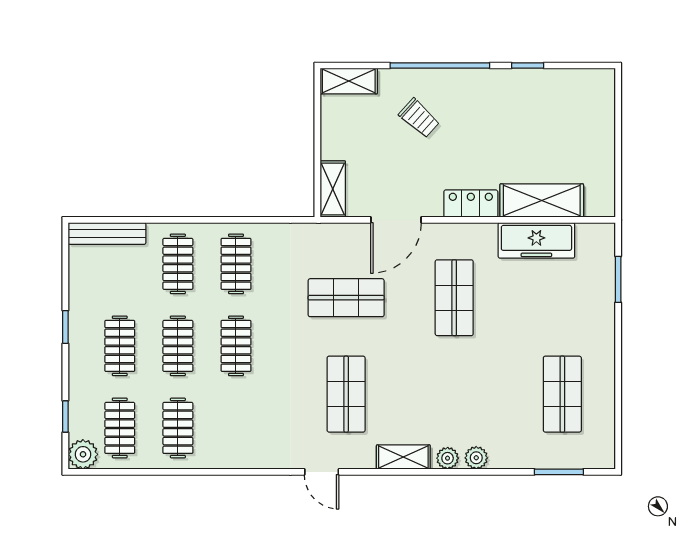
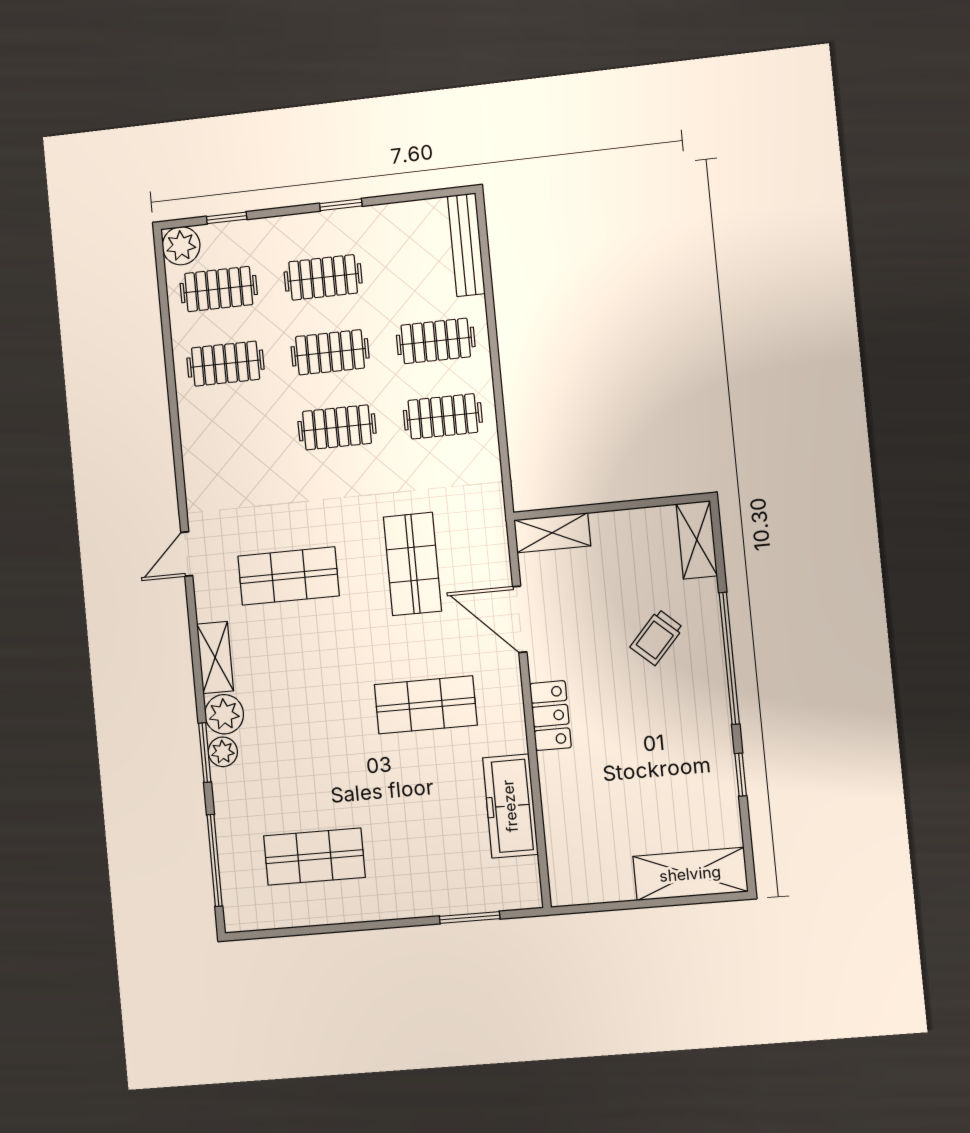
shelving: (542, 201) -> (690, 874), moved, turned 90
plant: (448, 458) -> (224, 714), width x1.38, depth x1.38
window: (476, 472) -> (205, 753), added
window: (559, 472) -> (215, 860), width x1.44

